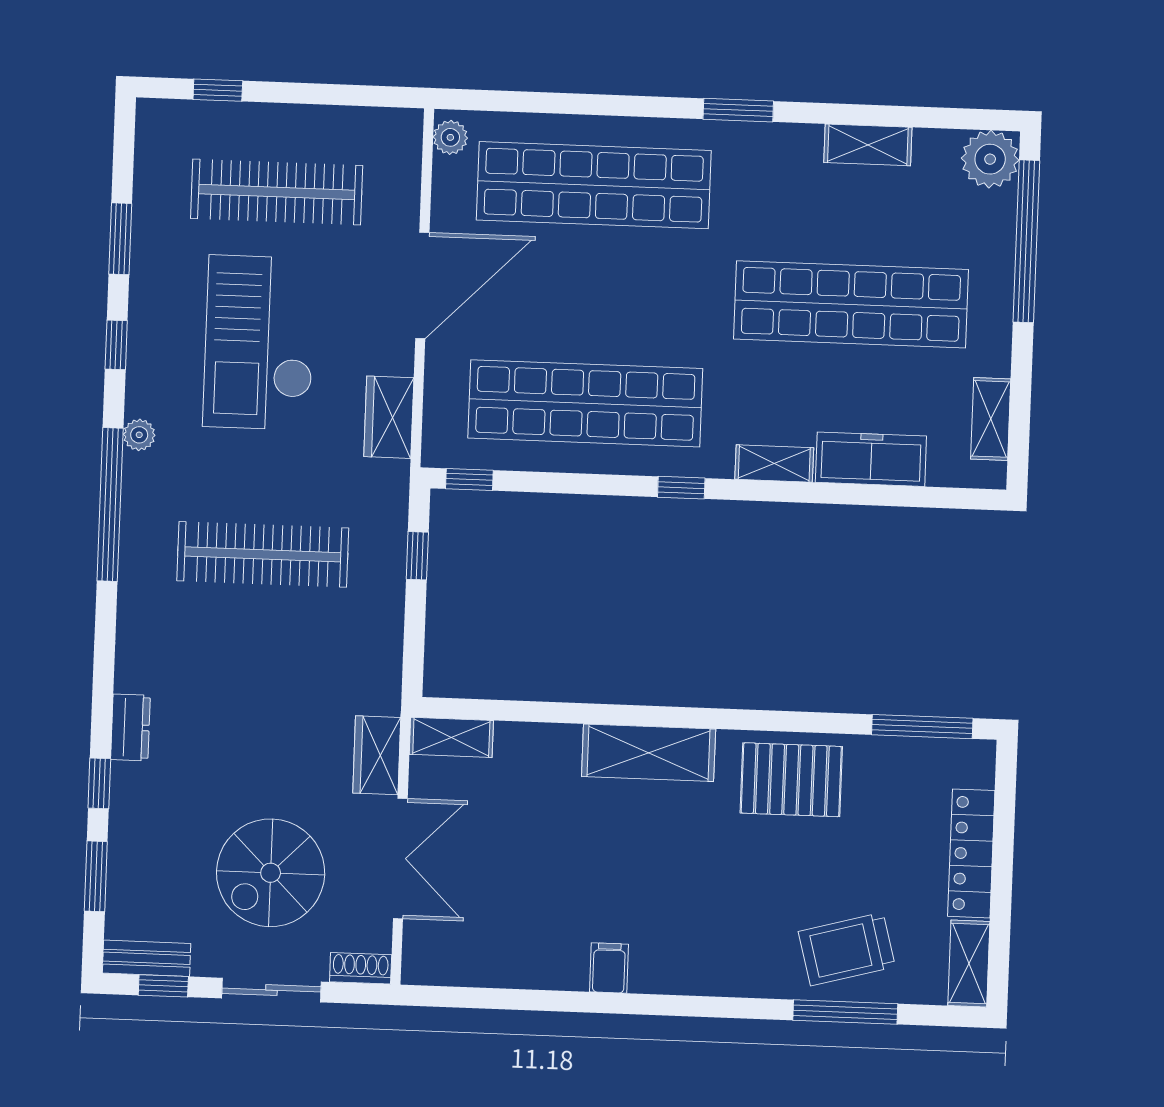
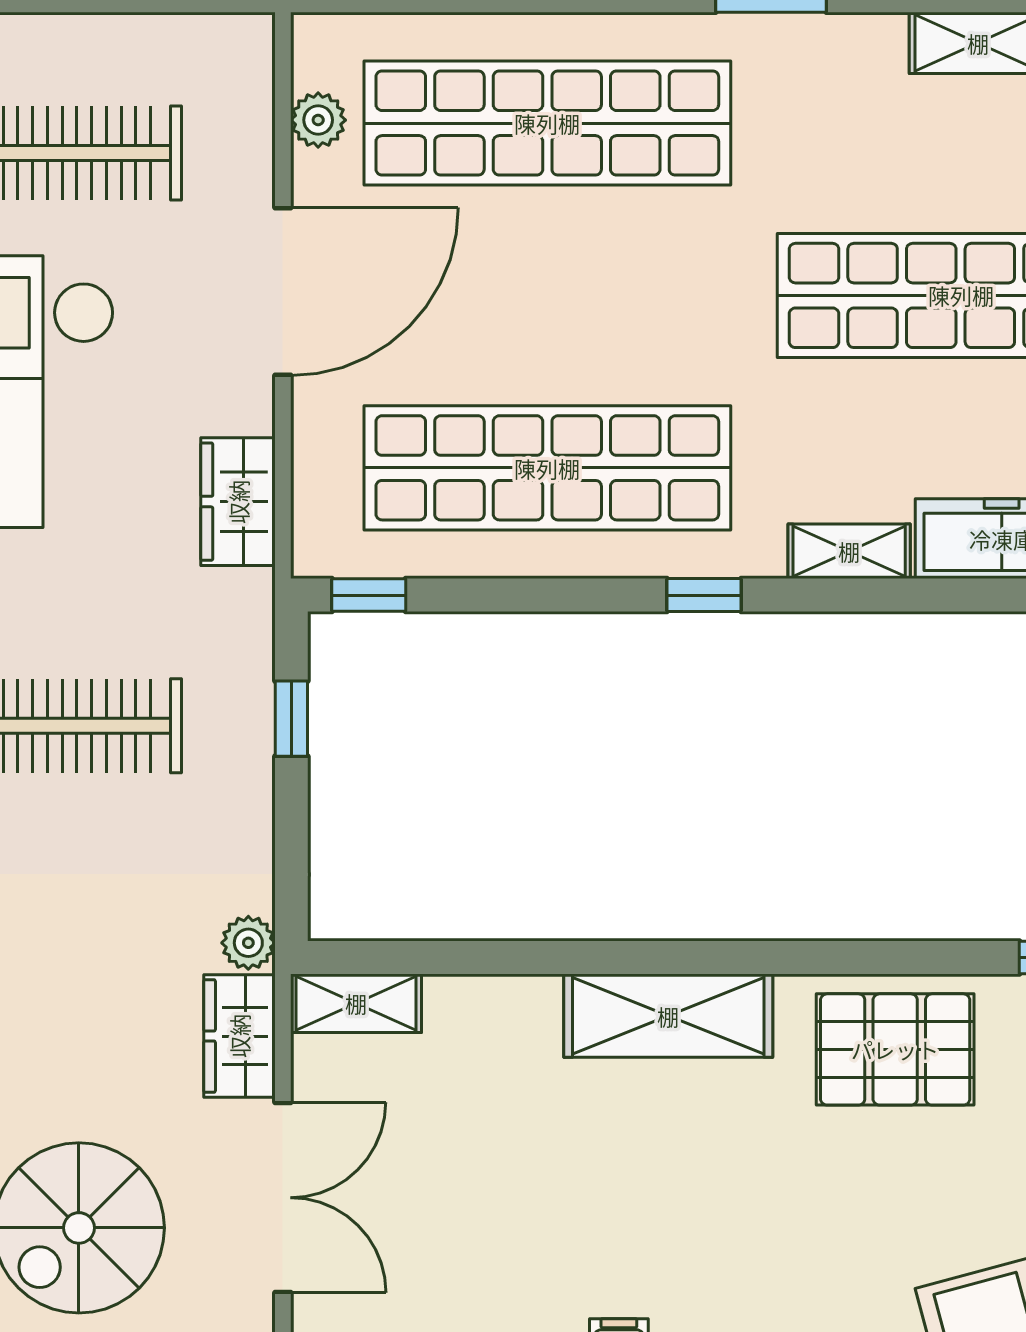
plant: (450, 137) -> (318, 120), moved
plant: (385, 697) -> (248, 943), added

